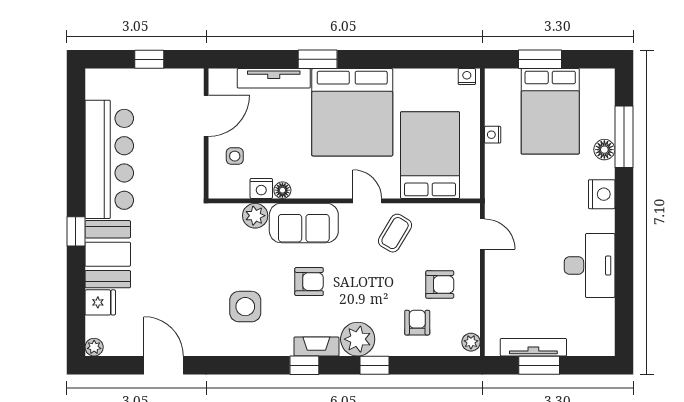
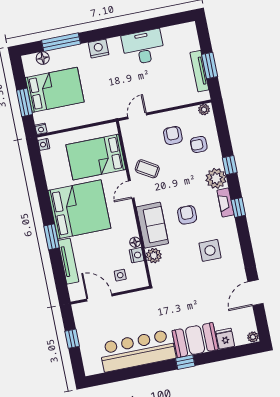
nightstand: (493, 135) -> (41, 129), moved
floor lamp: (604, 150) -> (43, 58), moved

